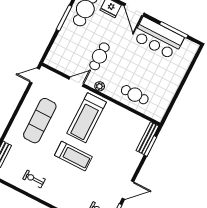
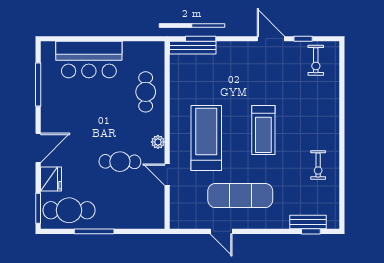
bar counter: (158, 38) -> (89, 60), moved, turned 90
door: (35, 75) -> (221, 231), moved
treadmill: (87, 118) -> (206, 138), turned -90
treadmill: (73, 156) -> (263, 130), turned 180

